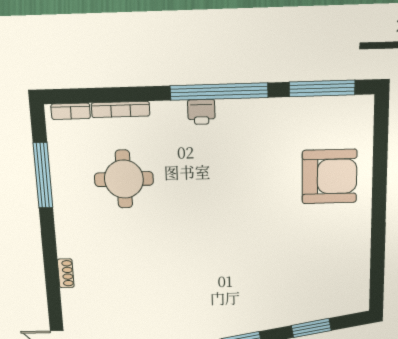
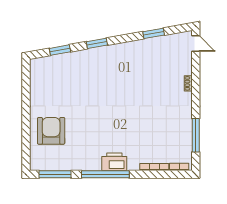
printer: (201, 112) -> (114, 162), width x1.87, depth x1.48
armchair: (329, 176) -> (51, 131), turned 90
round table: (124, 179) -> (155, 132), removed

